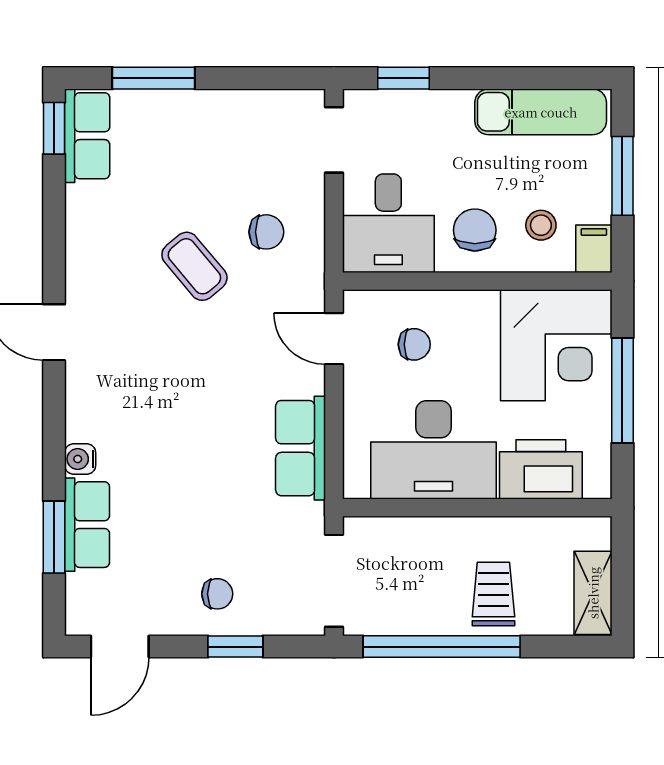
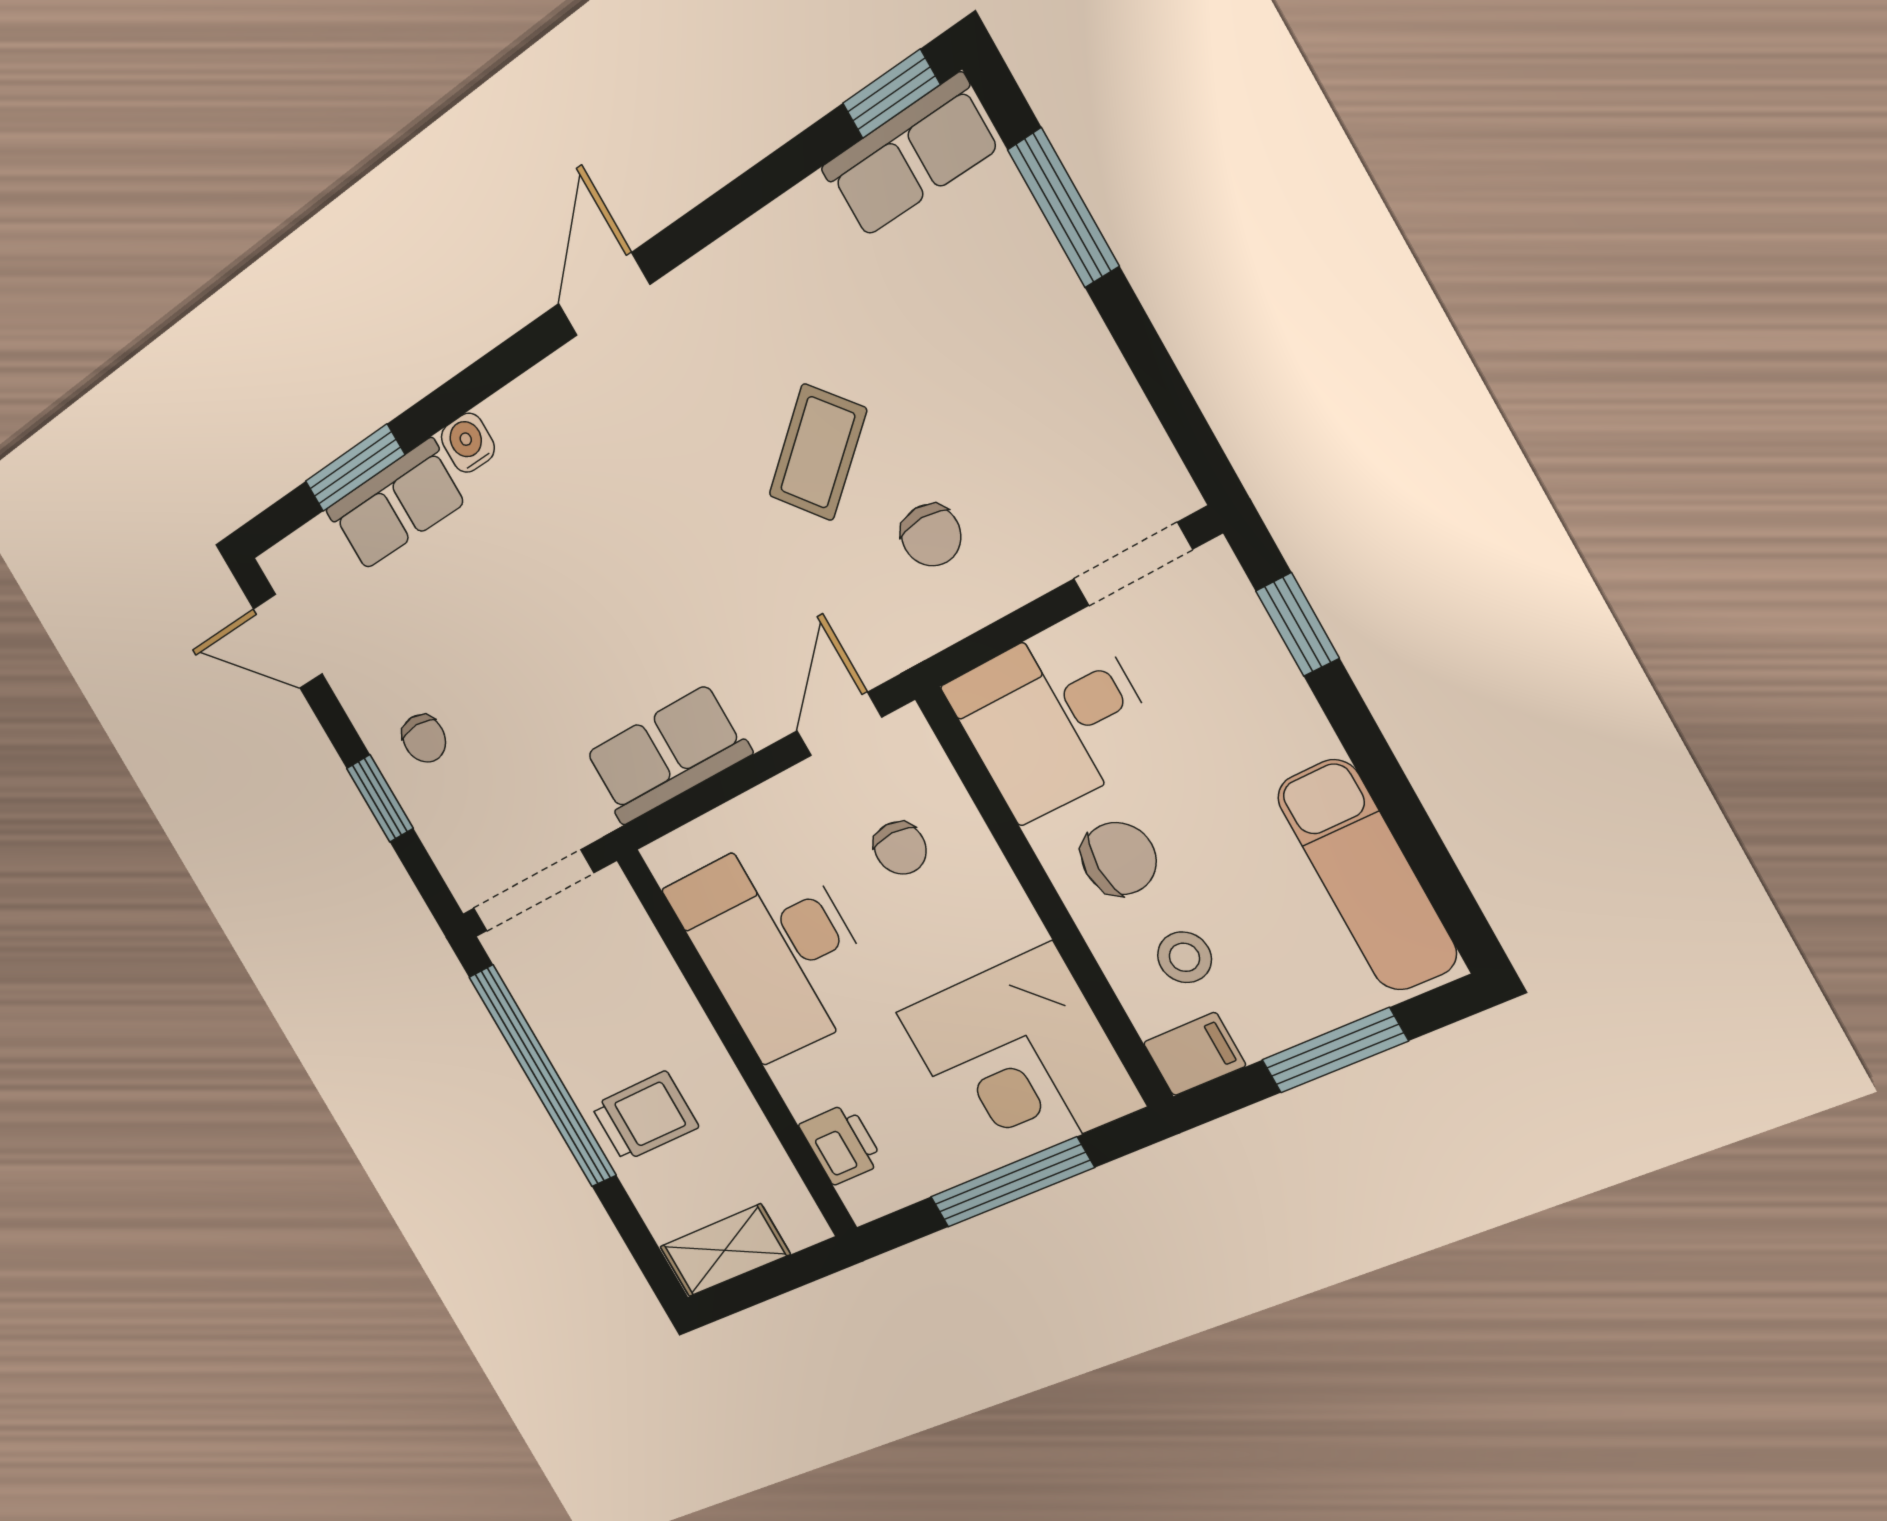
printer: (541, 469) -> (841, 1144), width x0.53, depth x0.68

